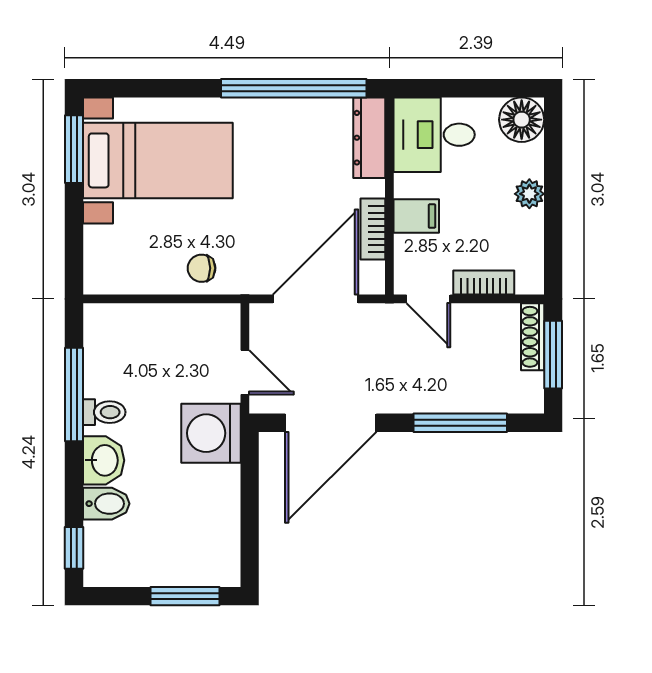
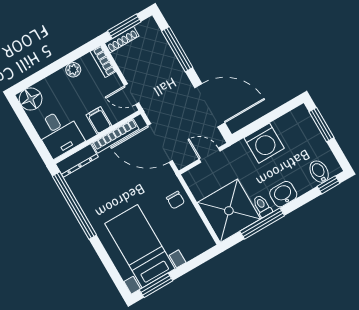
plant: (529, 194) -> (73, 70), moved
bookcase: (373, 229) -> (115, 136), width x1.56
bookcase: (484, 282) -> (103, 61), moved
door: (428, 299) -> (132, 94), swing flipped
shower: (130, 350) -> (229, 211), added
door: (245, 372) -> (210, 155), hinge flipped
washing machine: (211, 433) -> (264, 143), moved
bidet: (106, 504) -> (319, 172), moved

